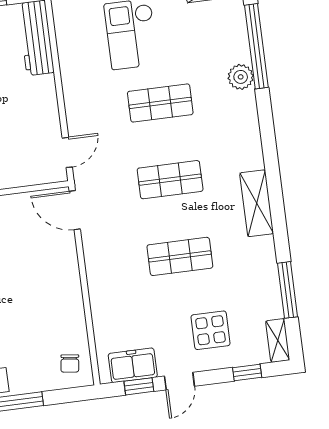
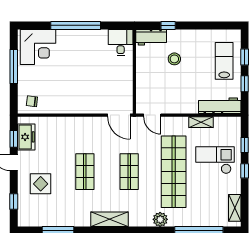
plant: (241, 77) -> (160, 219), moved
shop shelf: (160, 103) -> (174, 172), width x2.00, depth x1.36
door: (75, 210) -> (119, 115), swing flipped
shelving: (278, 340) -> (201, 122), moved

